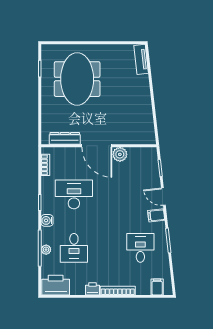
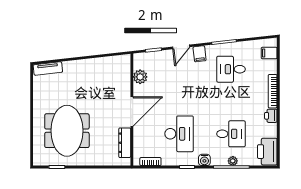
meeting table: (77, 79) -> (67, 131), turned 90
plant: (120, 154) -> (140, 77), moved
desk: (74, 194) -> (179, 134), turned 180

